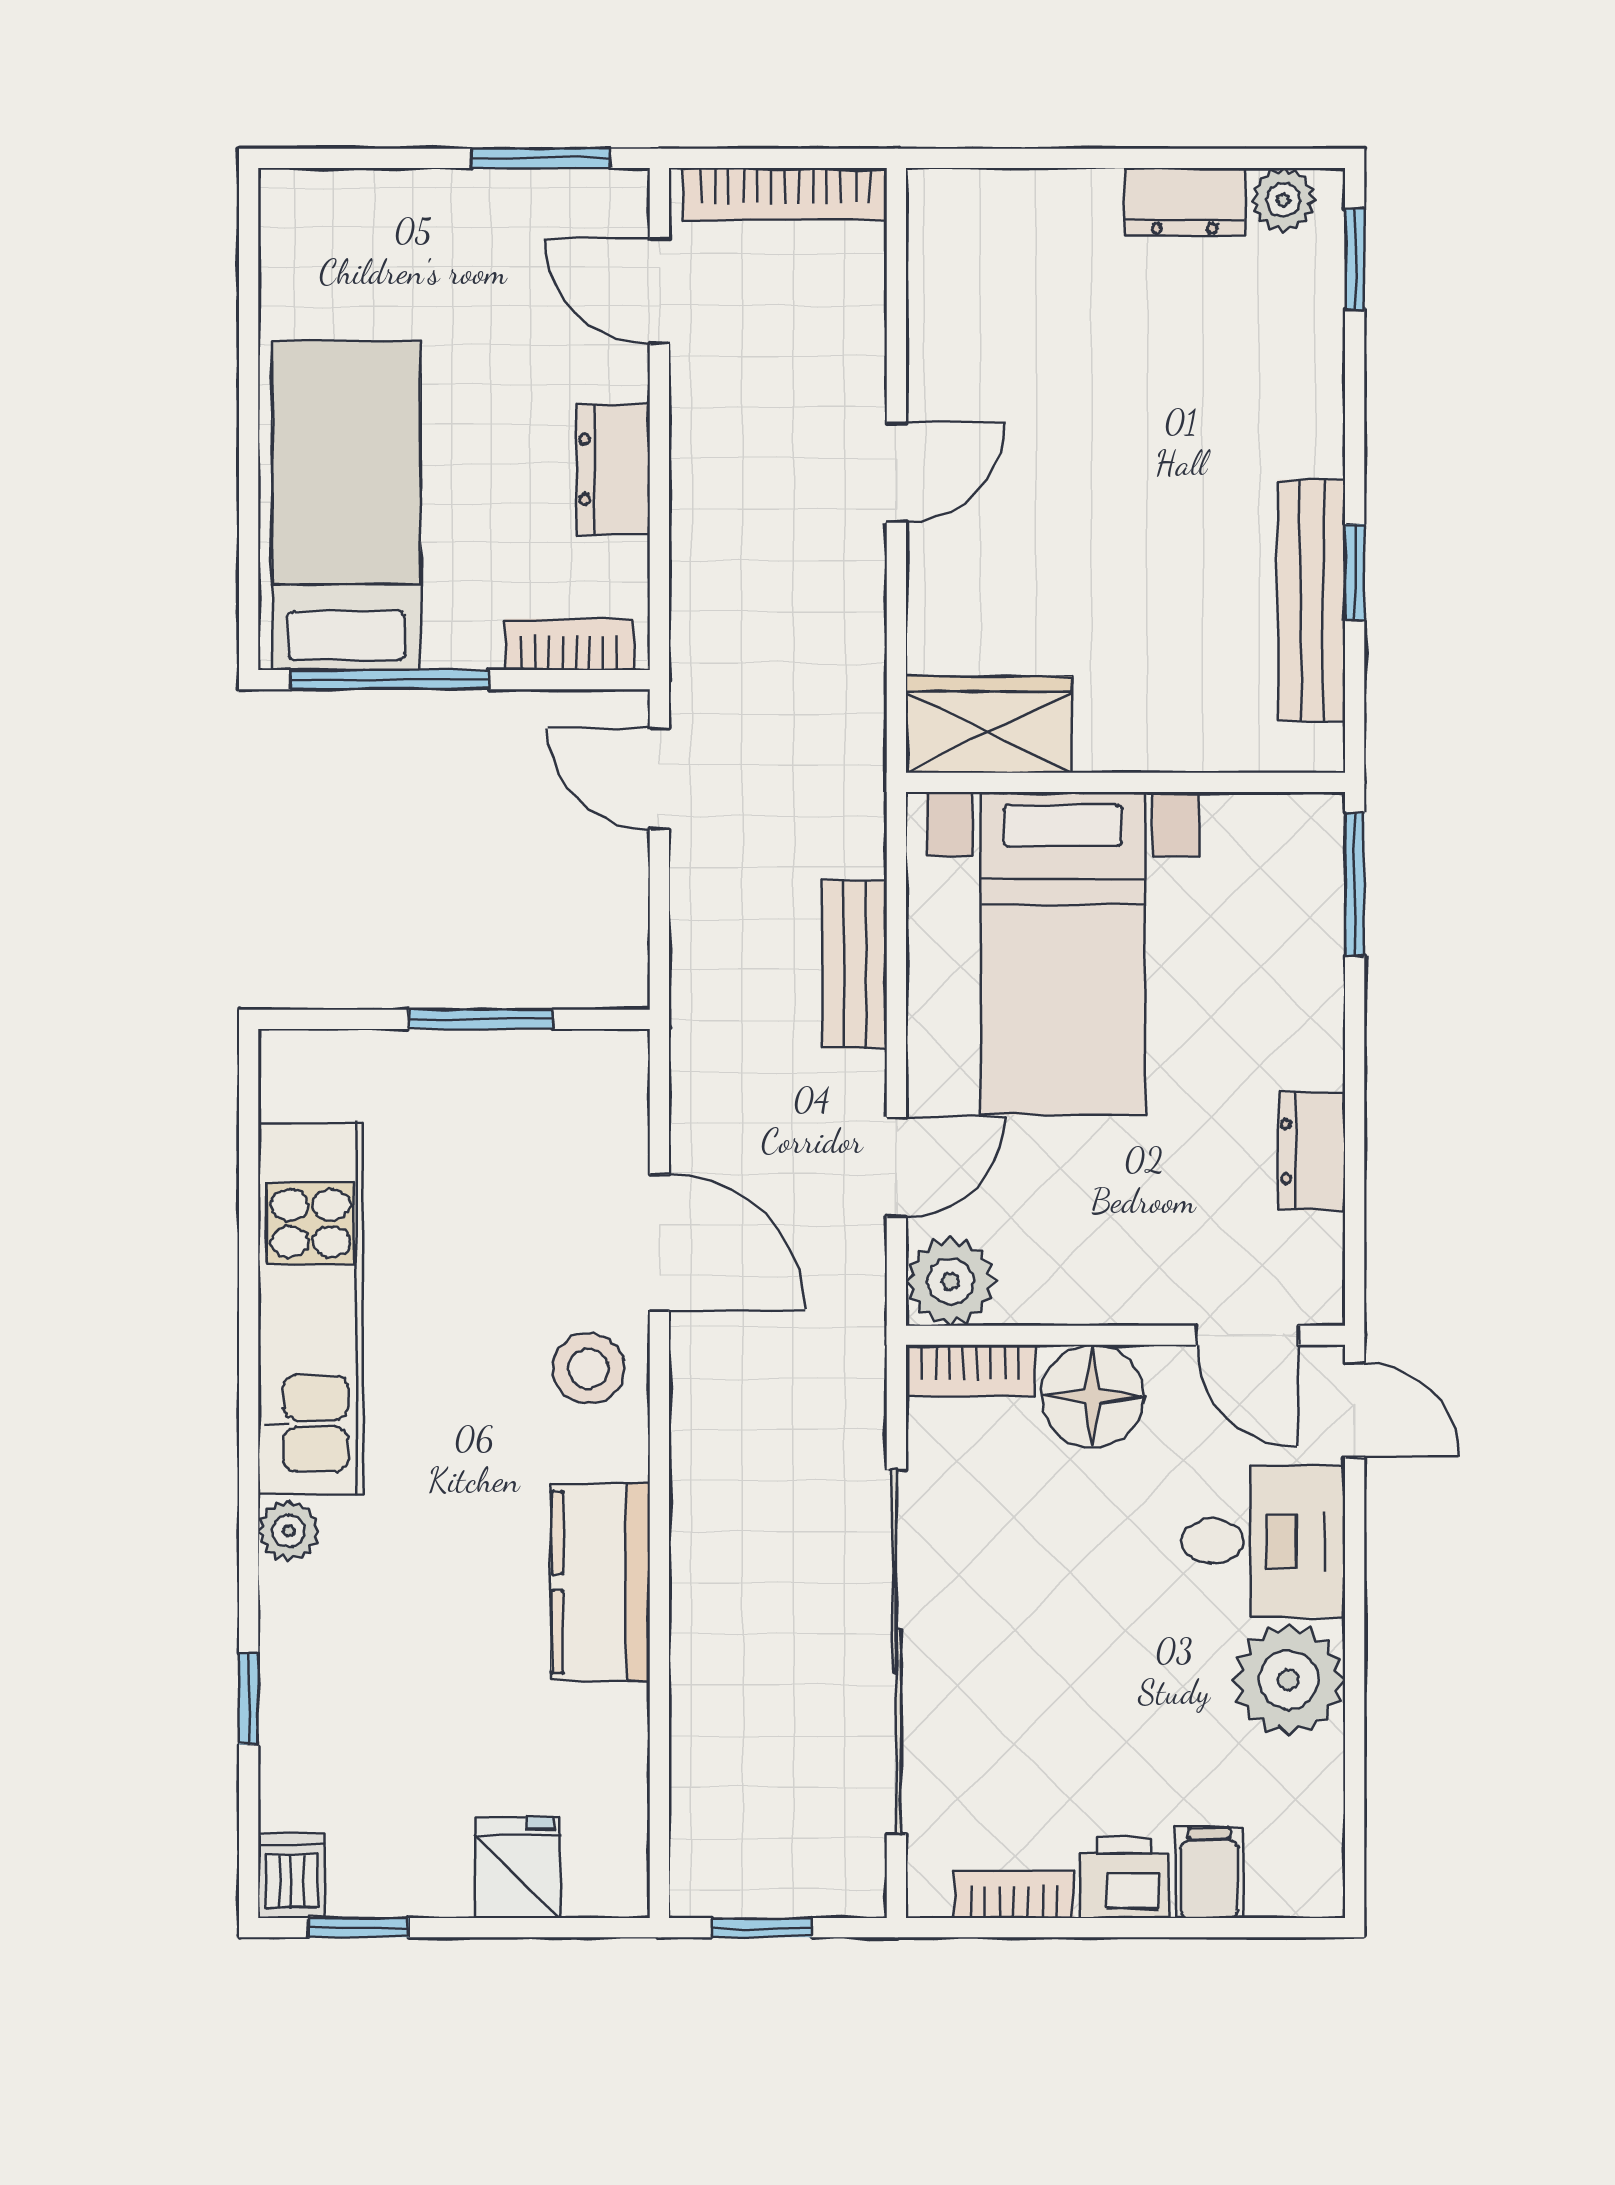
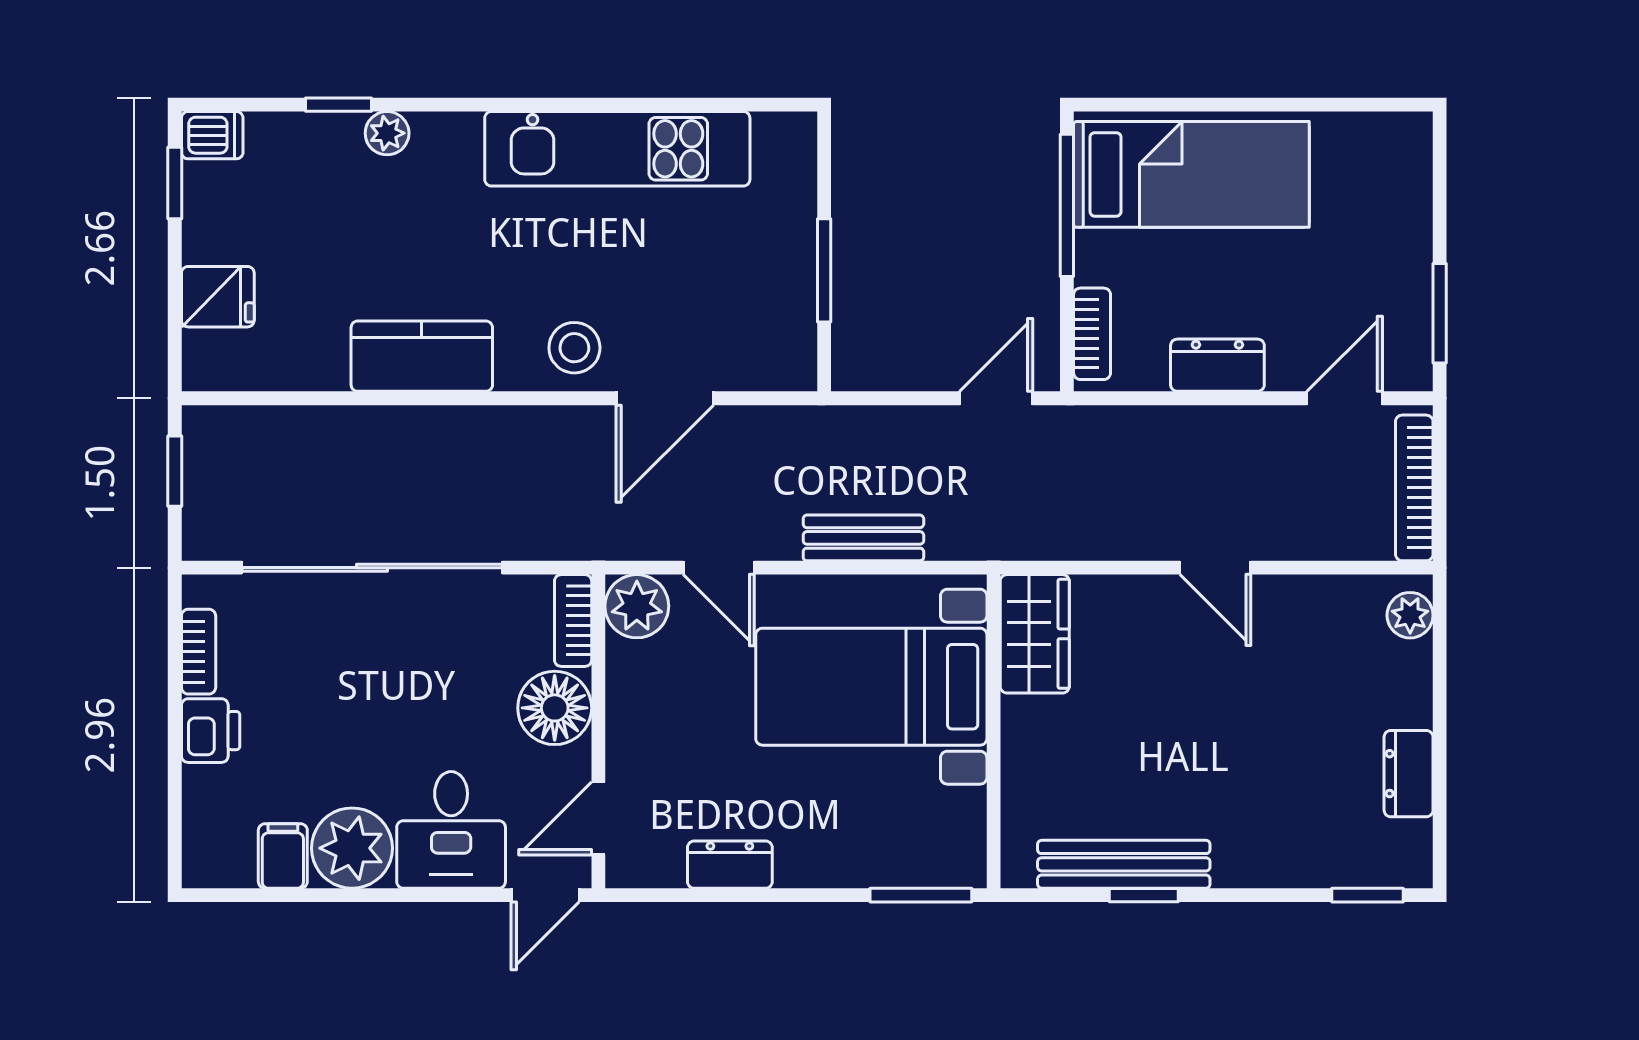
plant: (1283, 200) -> (1410, 615), moved
plant: (289, 1531) -> (387, 133), moved
filing cabinet: (1209, 1873) -> (283, 856), moved, turned -90

